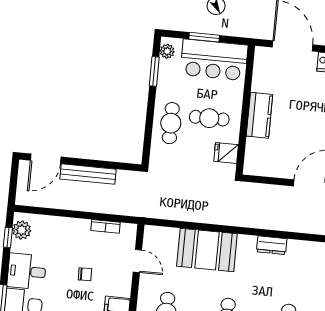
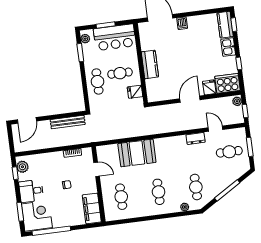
bench: (88, 174) -> (68, 122), moved
dresser: (272, 245) -> (196, 138), moved

